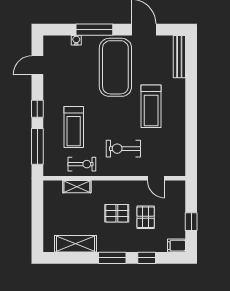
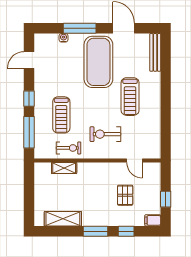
pallet: (117, 213) -> (100, 192), removed

